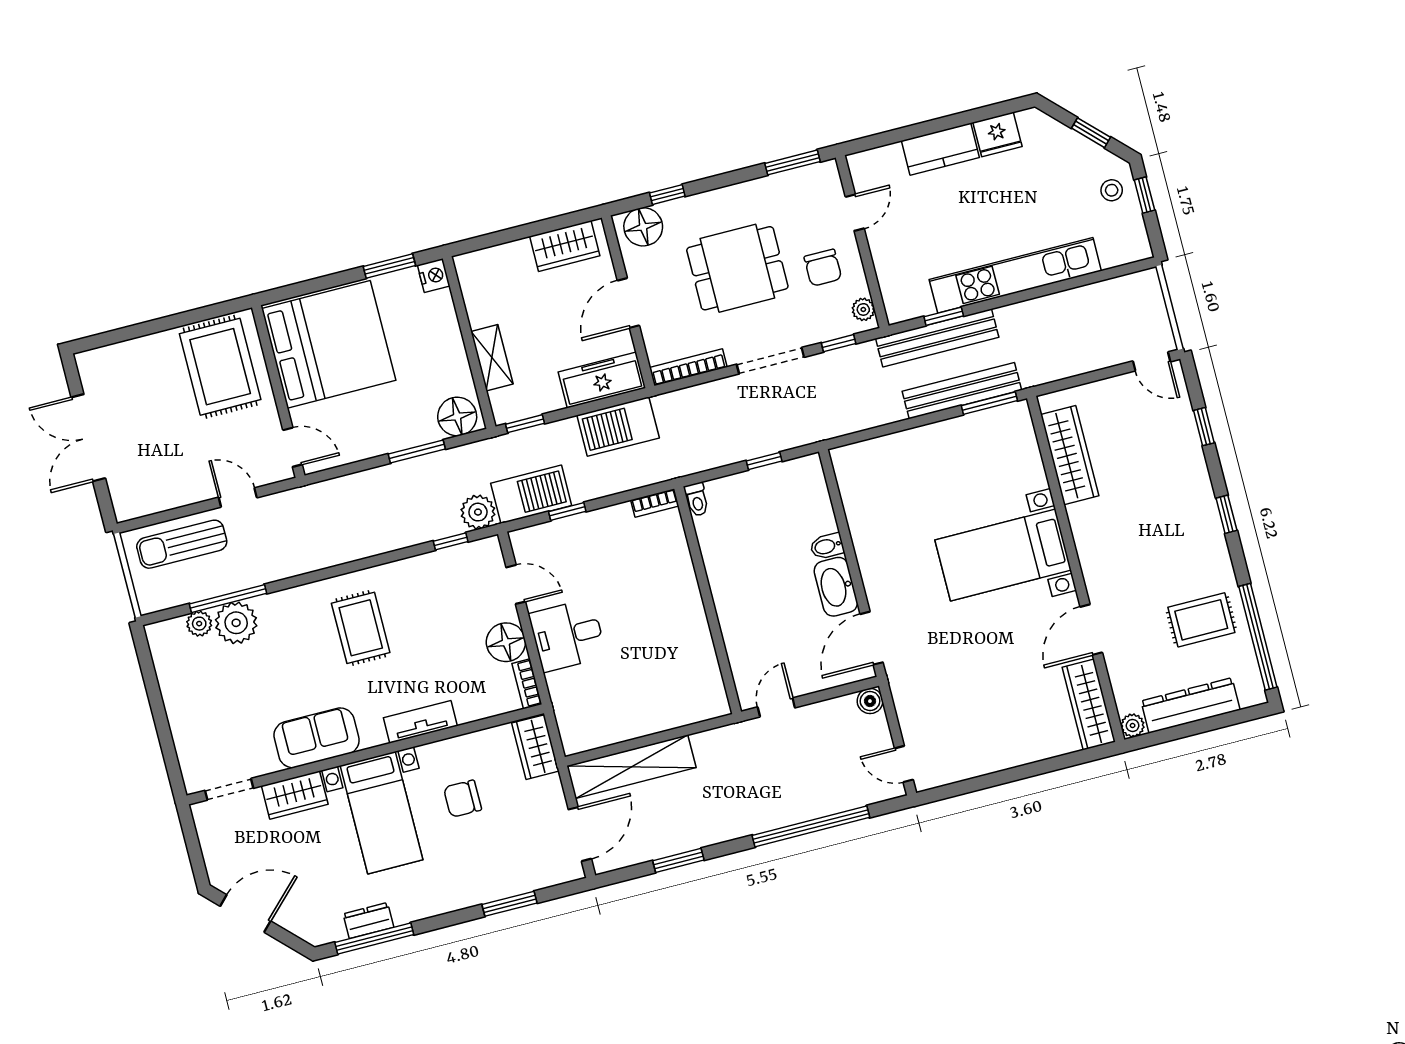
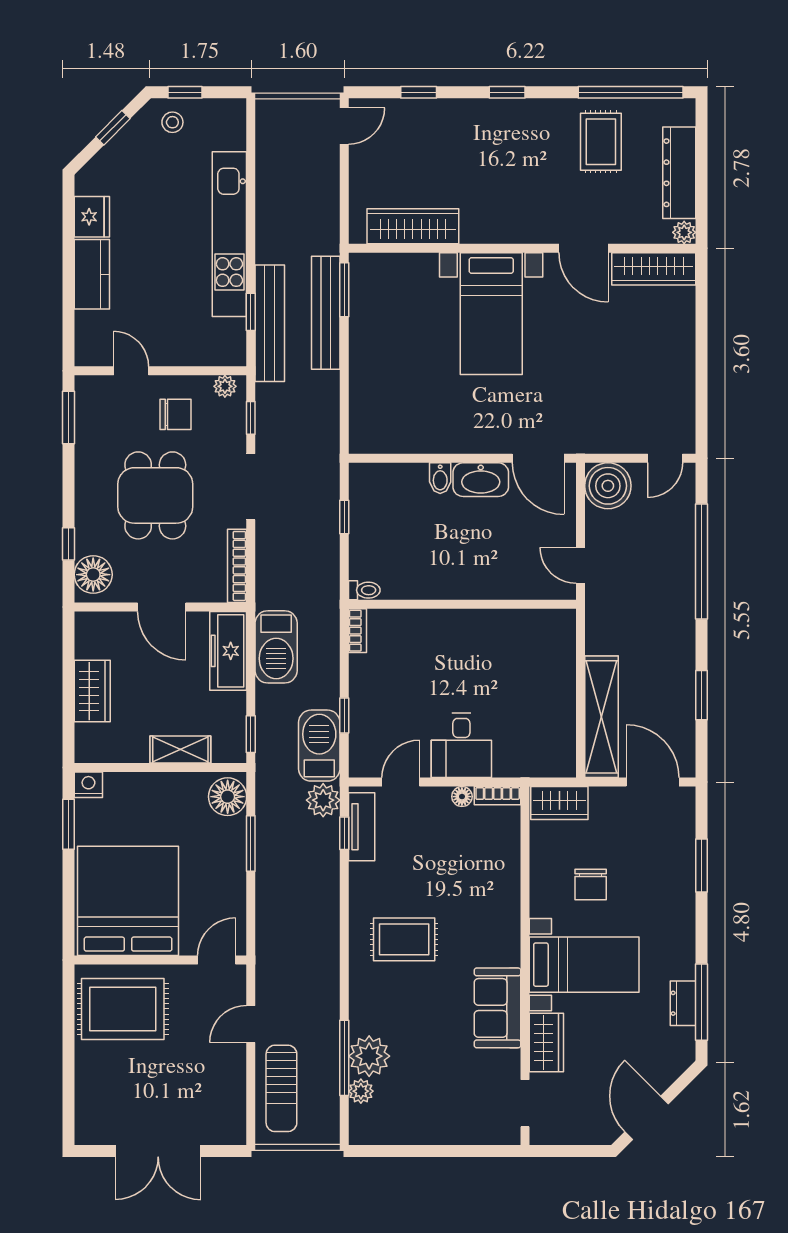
wardrobe: (565, 246) -> (92, 691), moved
floor lamp: (506, 642) -> (462, 797), width x0.53, depth x0.53
boiler: (870, 701) -> (608, 486), width x1.86, depth x1.86
tv unit: (420, 722) -> (362, 827), moved, turned 180

